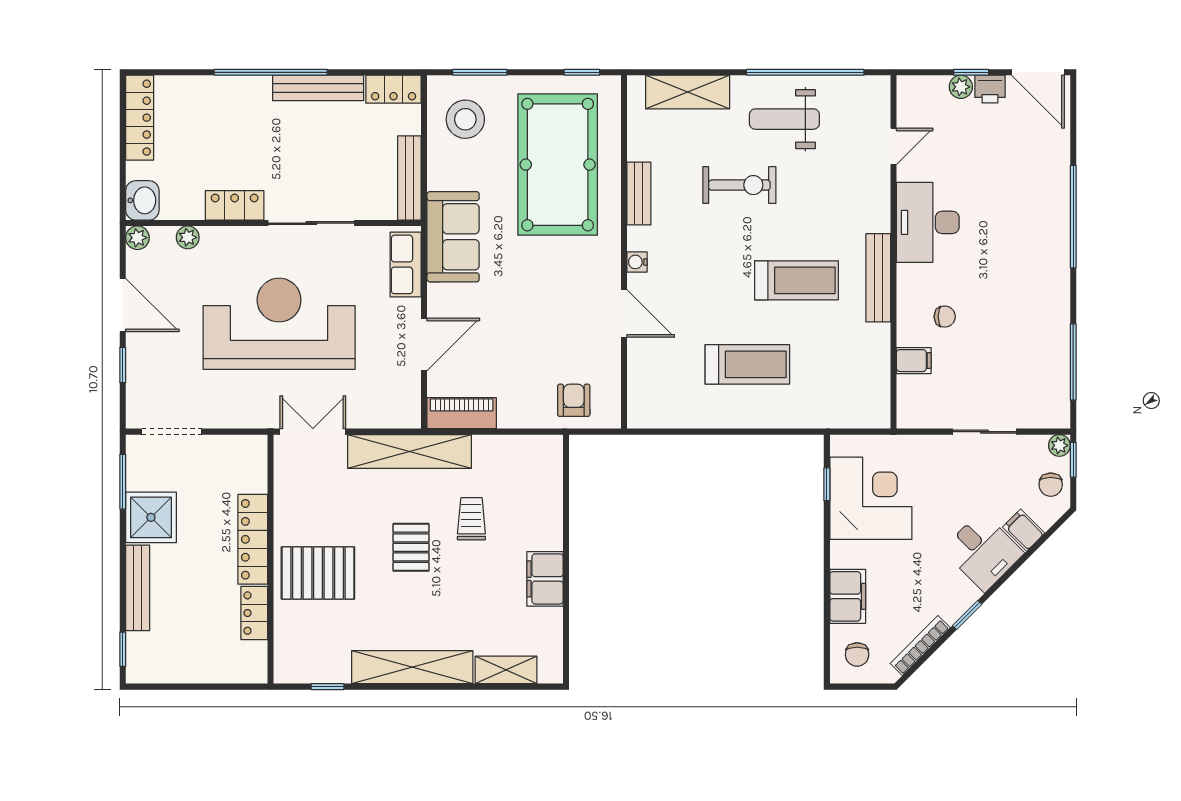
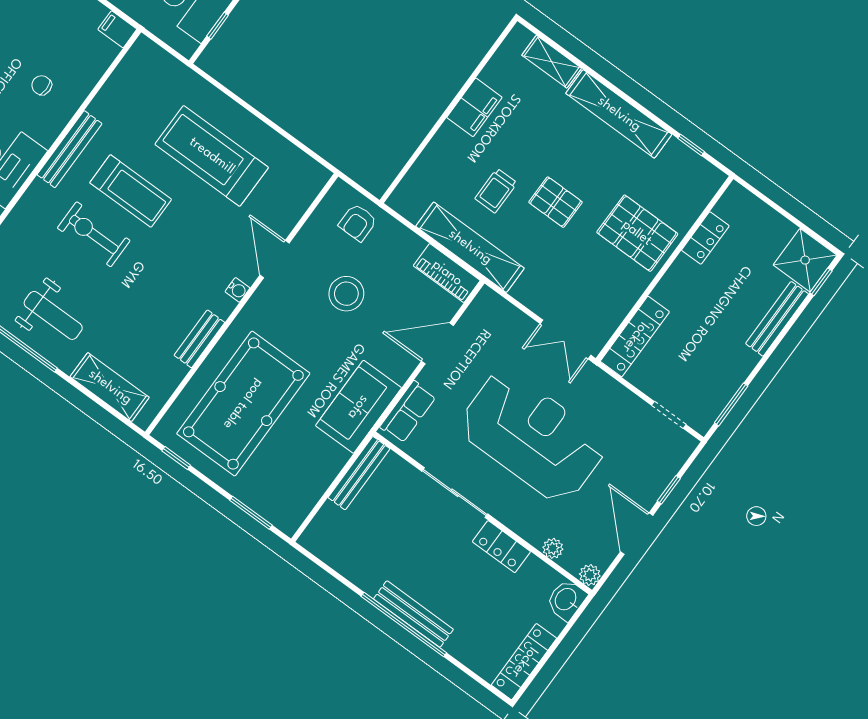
bench: (318, 88) -> (413, 614), moved
locker: (394, 89) -> (323, 547), removed
stool: (465, 119) -> (346, 294), moved
exercise bike: (739, 185) -> (94, 234), moved
treadmill: (797, 280) -> (131, 191), turned 180
reception desk: (279, 324) -> (532, 436), turned 180
filing cabinet: (914, 361) -> (117, 29), moved
treadmill: (747, 364) -> (212, 156), width x1.37, depth x1.38
doorway: (172, 432) -> (669, 415), width x0.73
shelving: (409, 451) -> (470, 247), moved
shower: (151, 517) -> (805, 260), moved
locker: (253, 539) -> (635, 337), moved
pallet: (411, 547) -> (556, 202), turned 90

